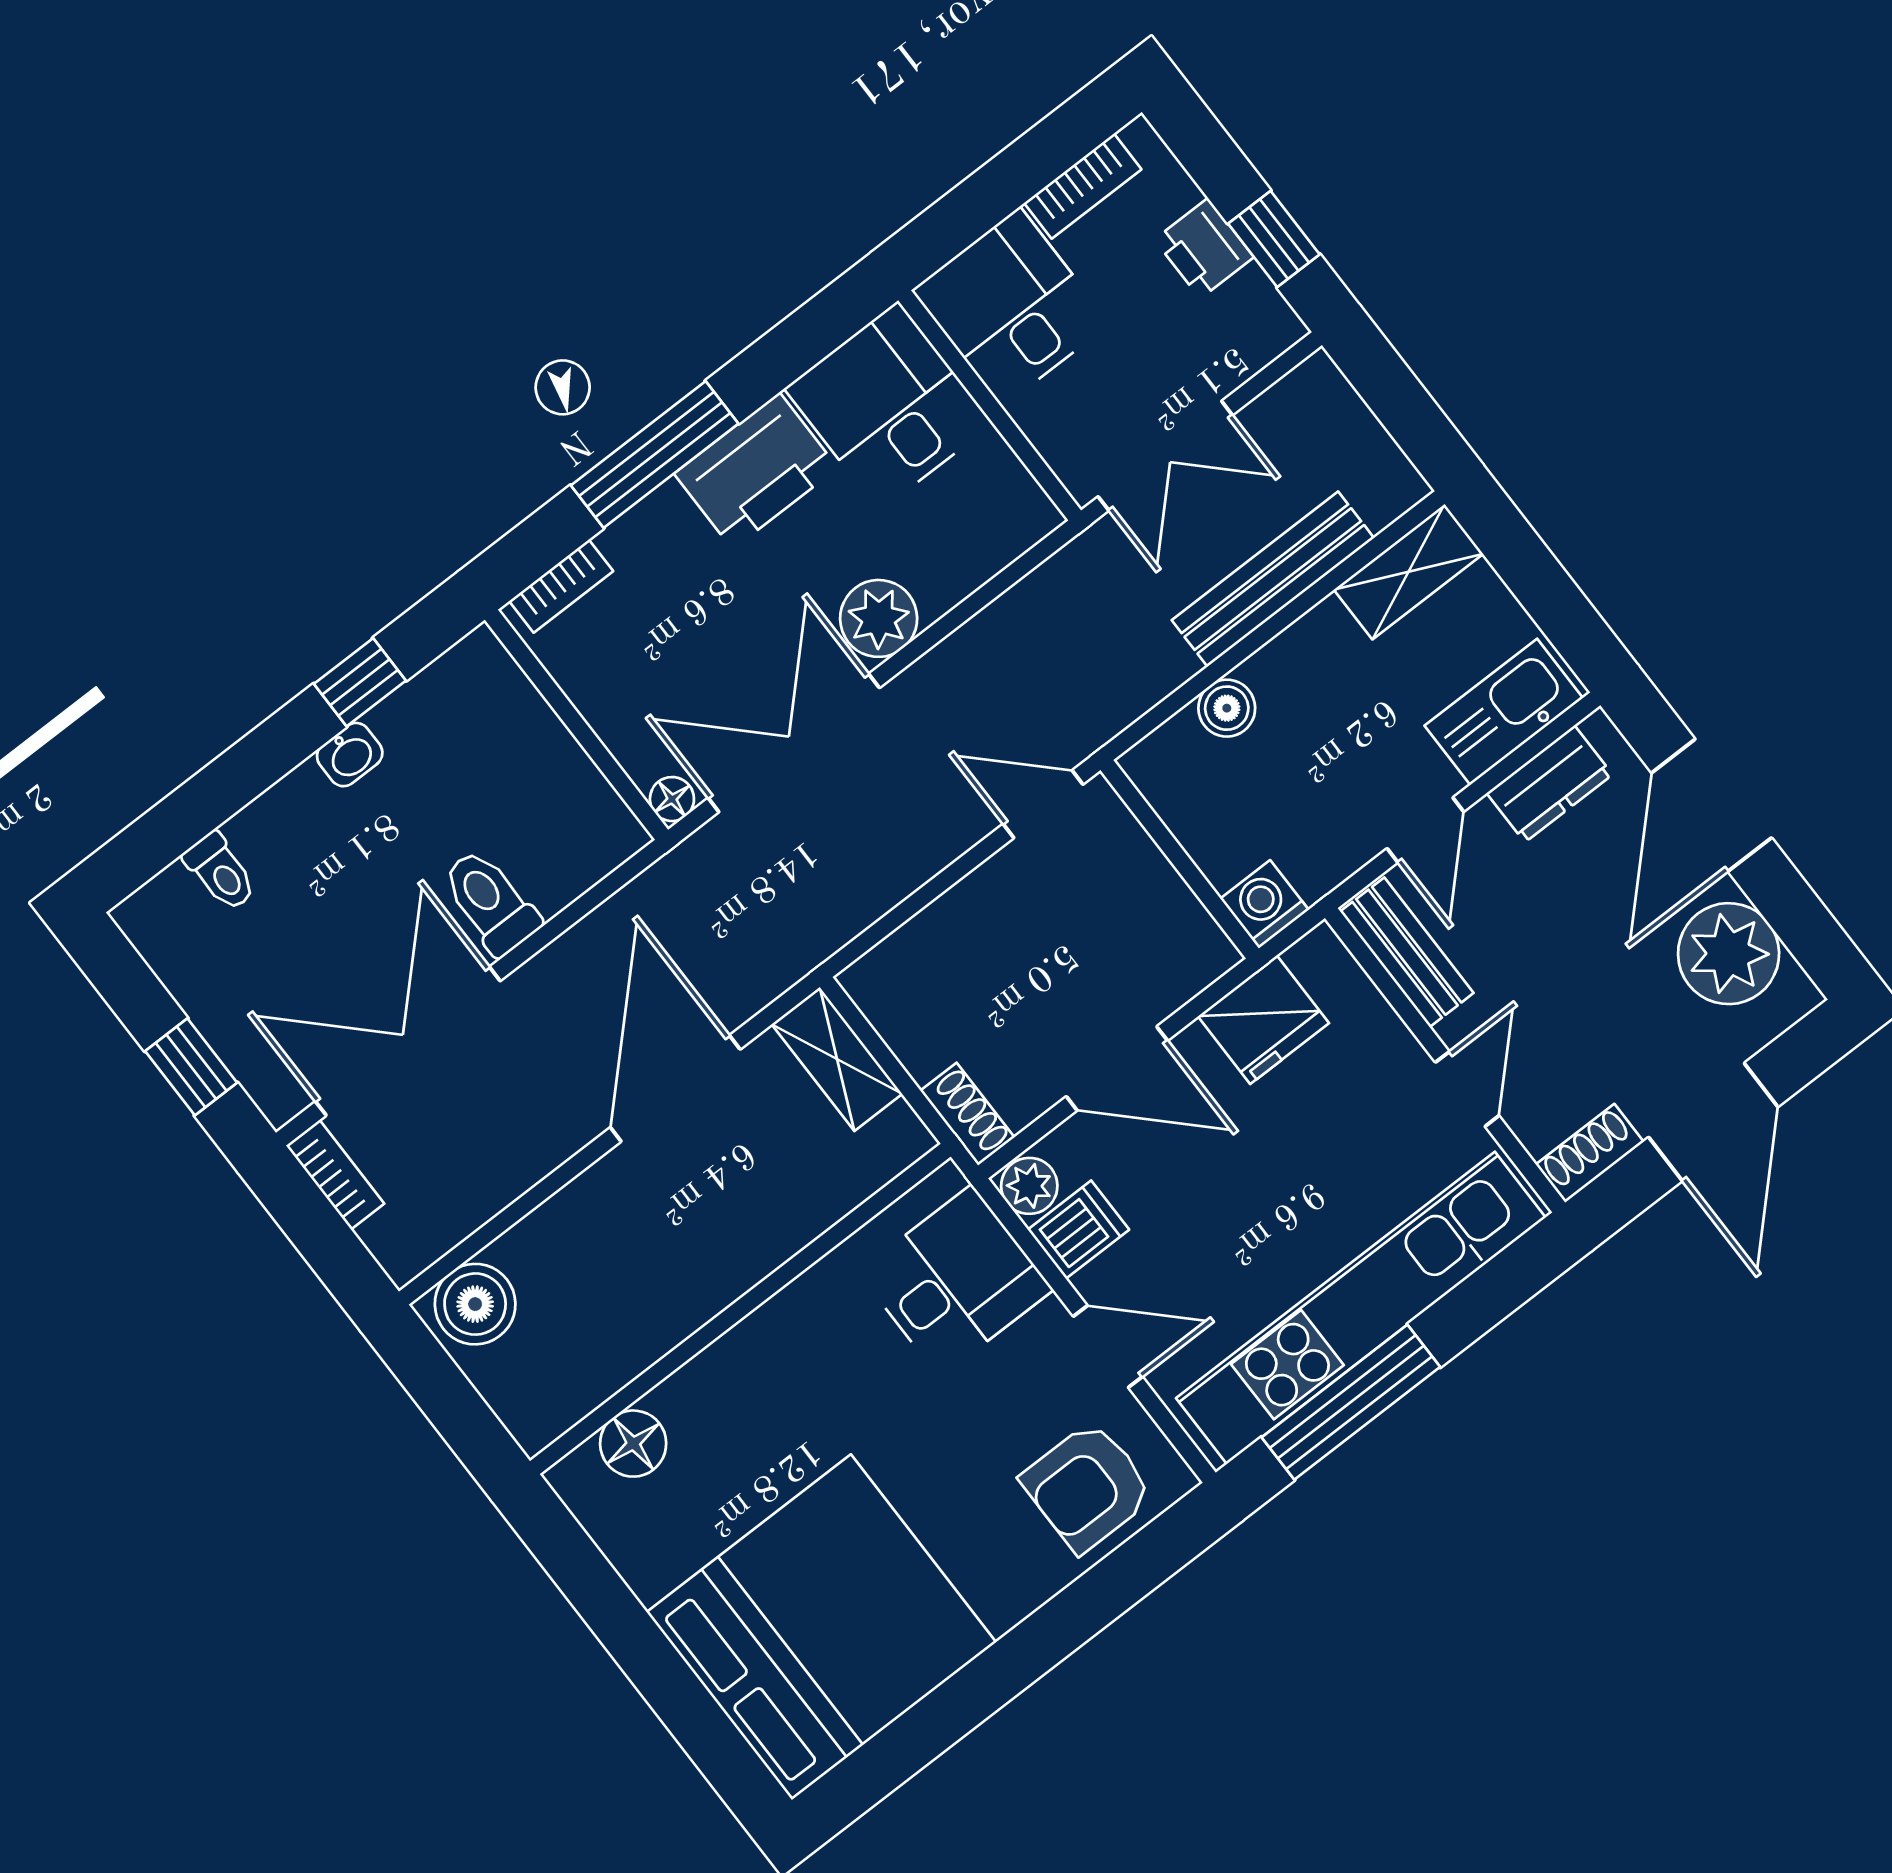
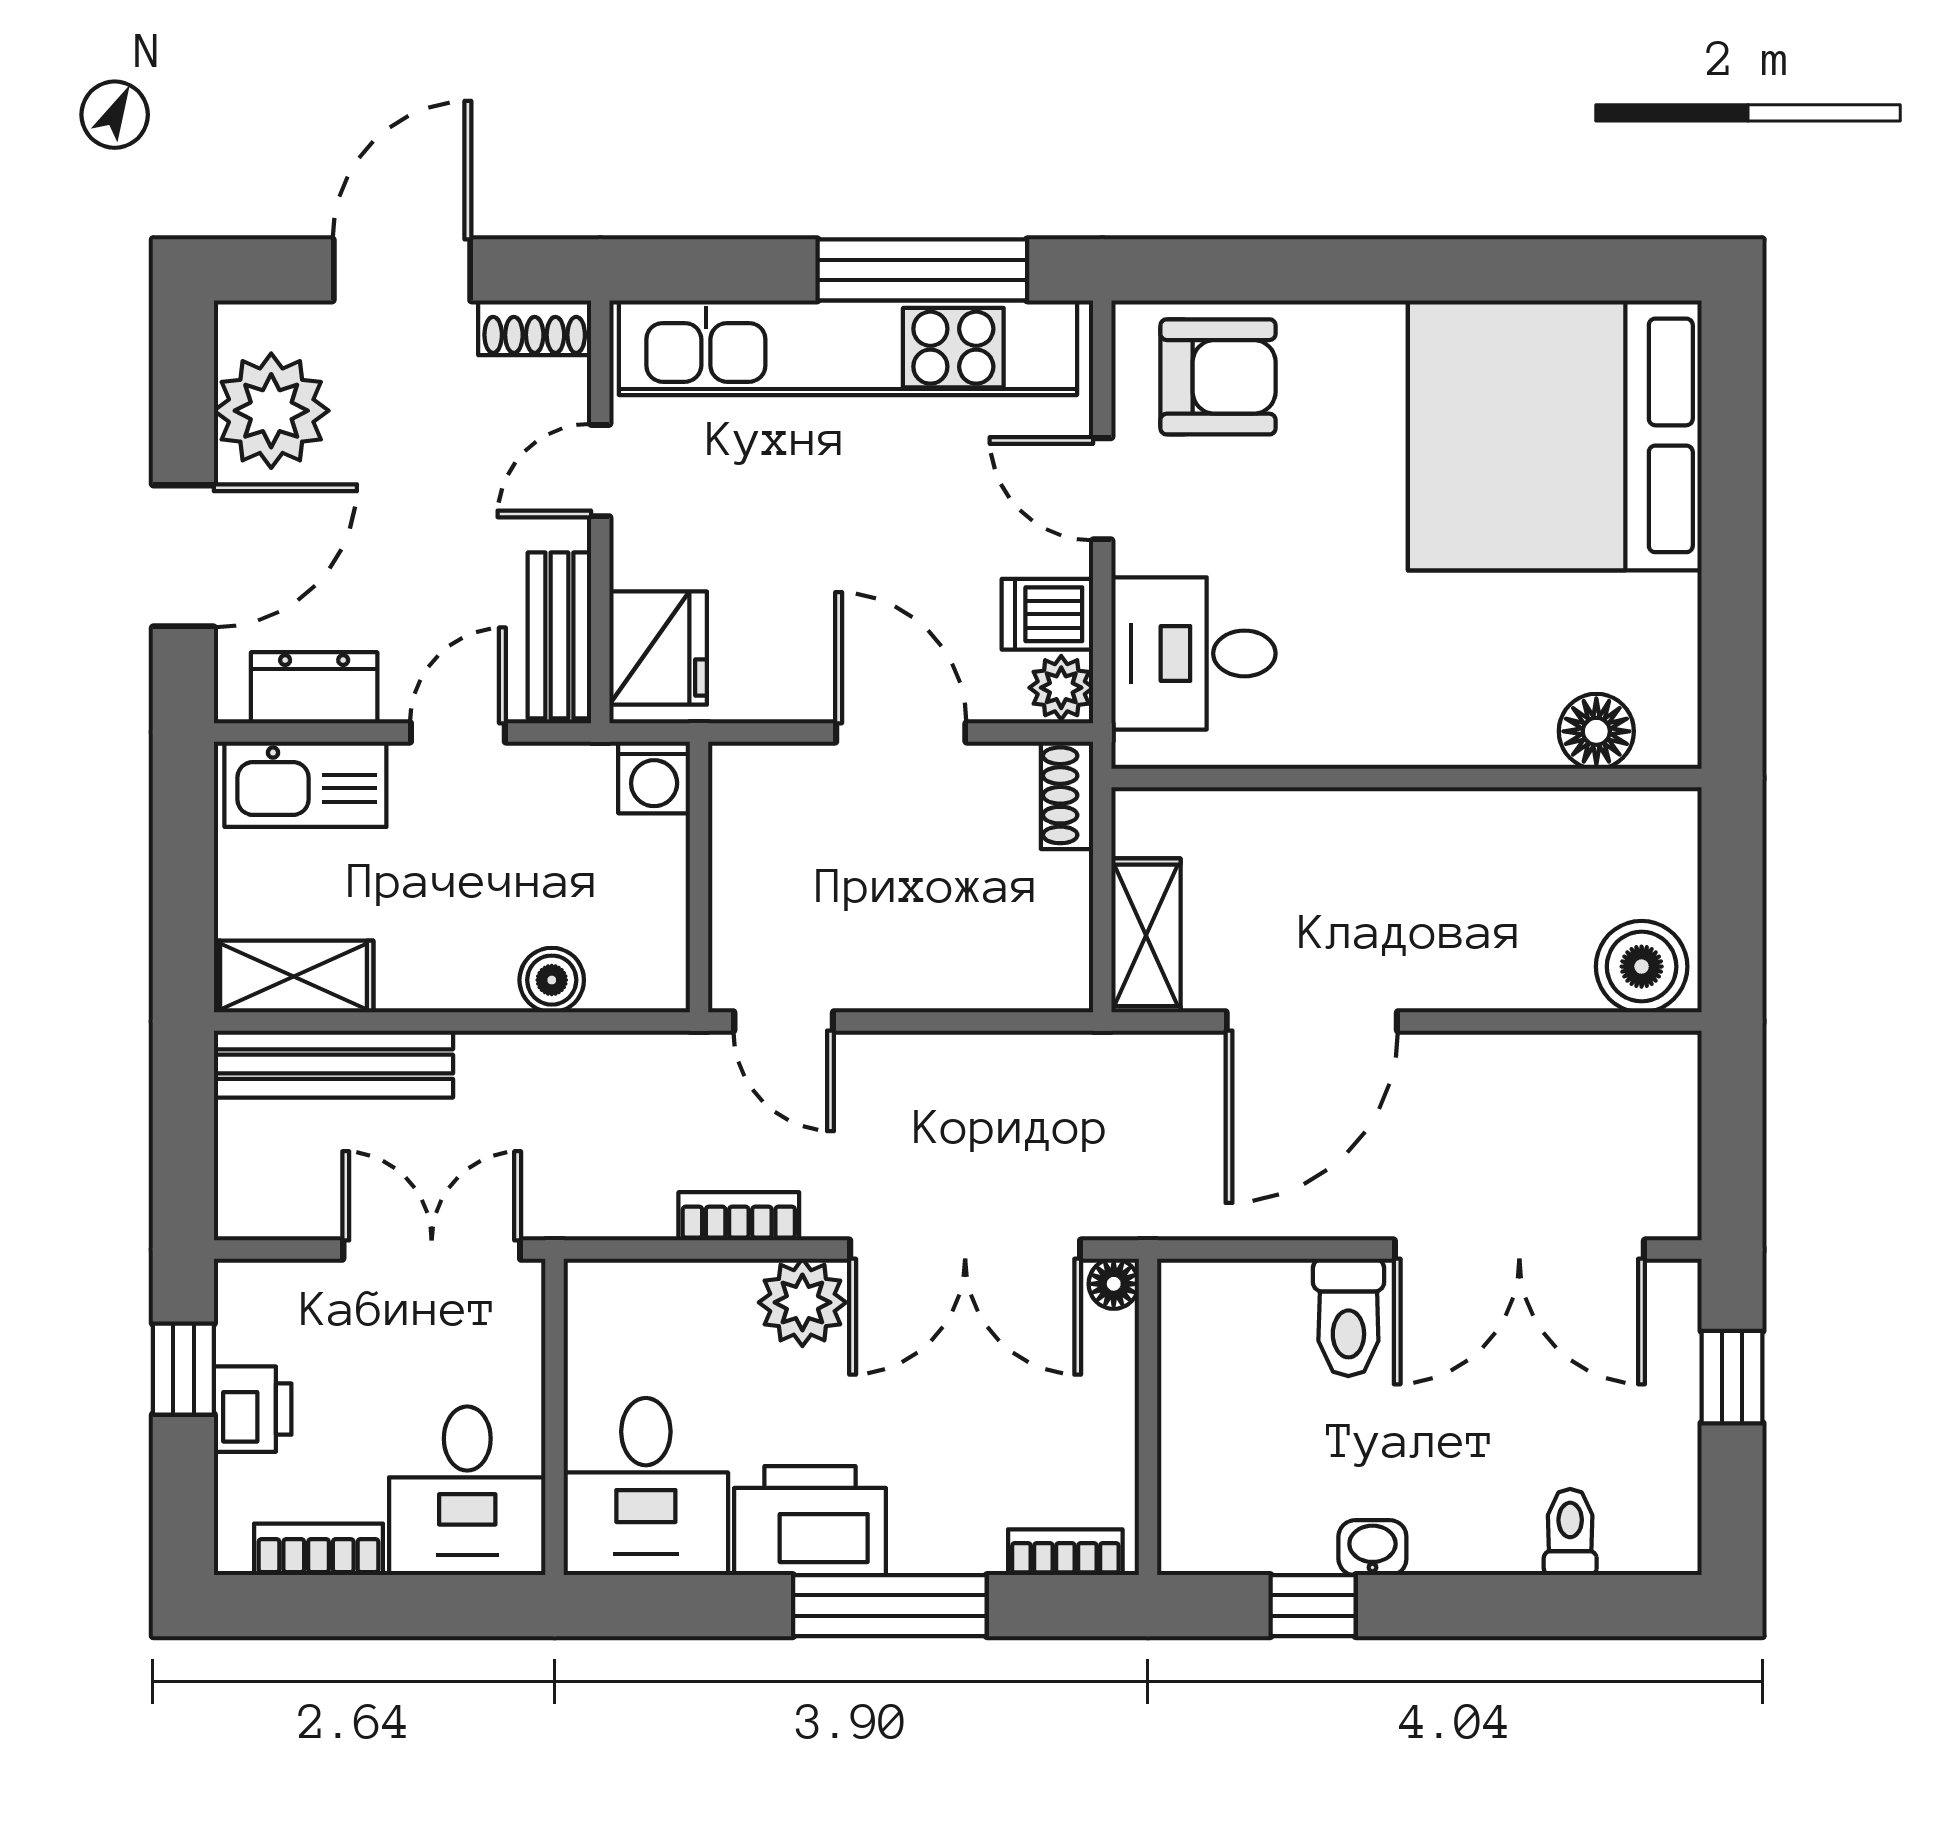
bench: (1273, 579) -> (333, 1064), moved
fridge: (1263, 1020) -> (658, 648), moved, turned 90
bookcase: (335, 1175) -> (739, 1216), moved, turned 90

